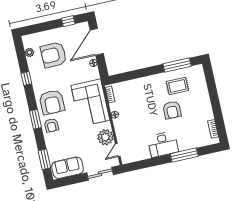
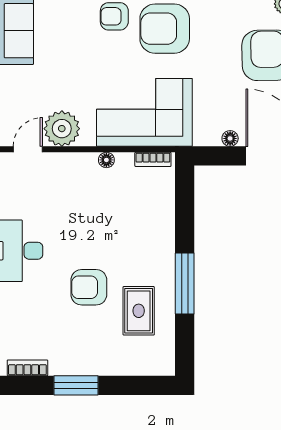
window: (177, 65) -> (185, 283), moved
window: (216, 106) -> (76, 385), added
door: (118, 150) -> (28, 149), hinge flipped

